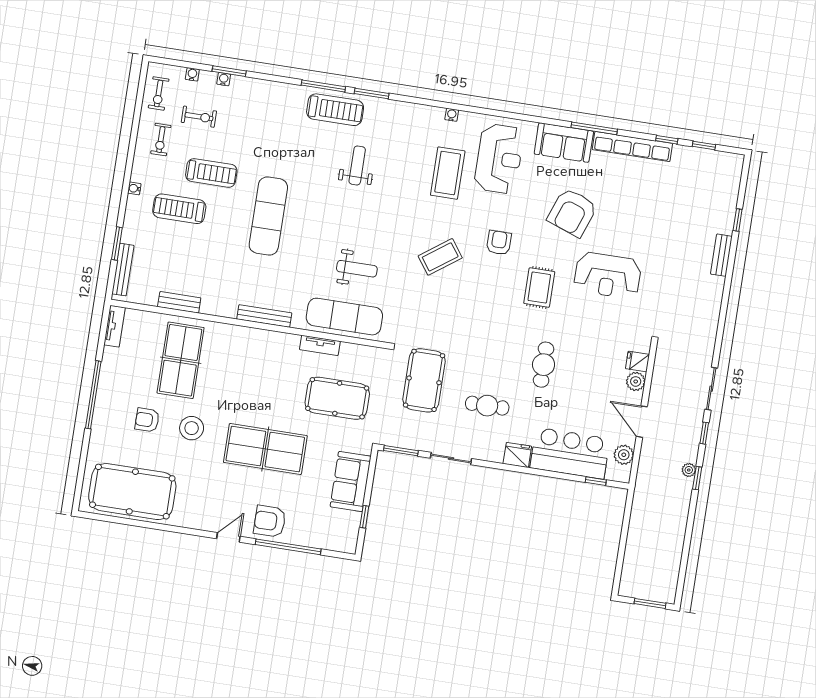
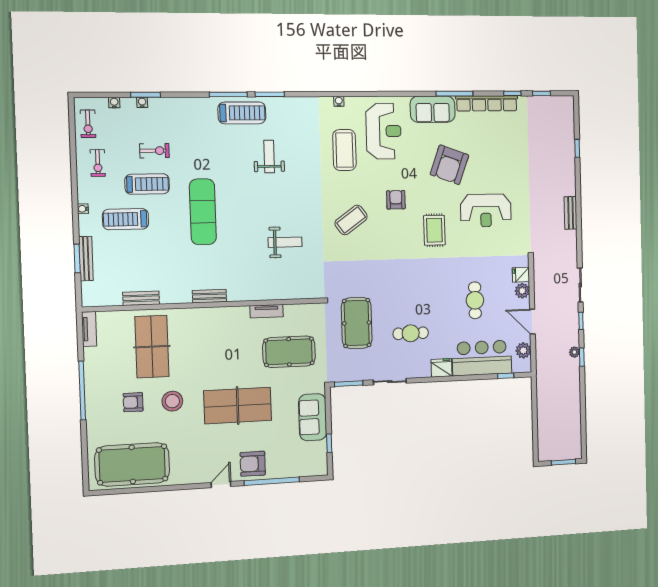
exercise bike: (199, 117) -> (154, 151), moved
bench: (721, 255) -> (571, 213), moved
bench: (123, 270) -> (86, 259), moved
bench: (264, 316) -> (209, 296), width x0.73
exercise mat: (344, 317) -> (282, 284), removed
cafe table: (544, 365) -> (475, 300), moved

